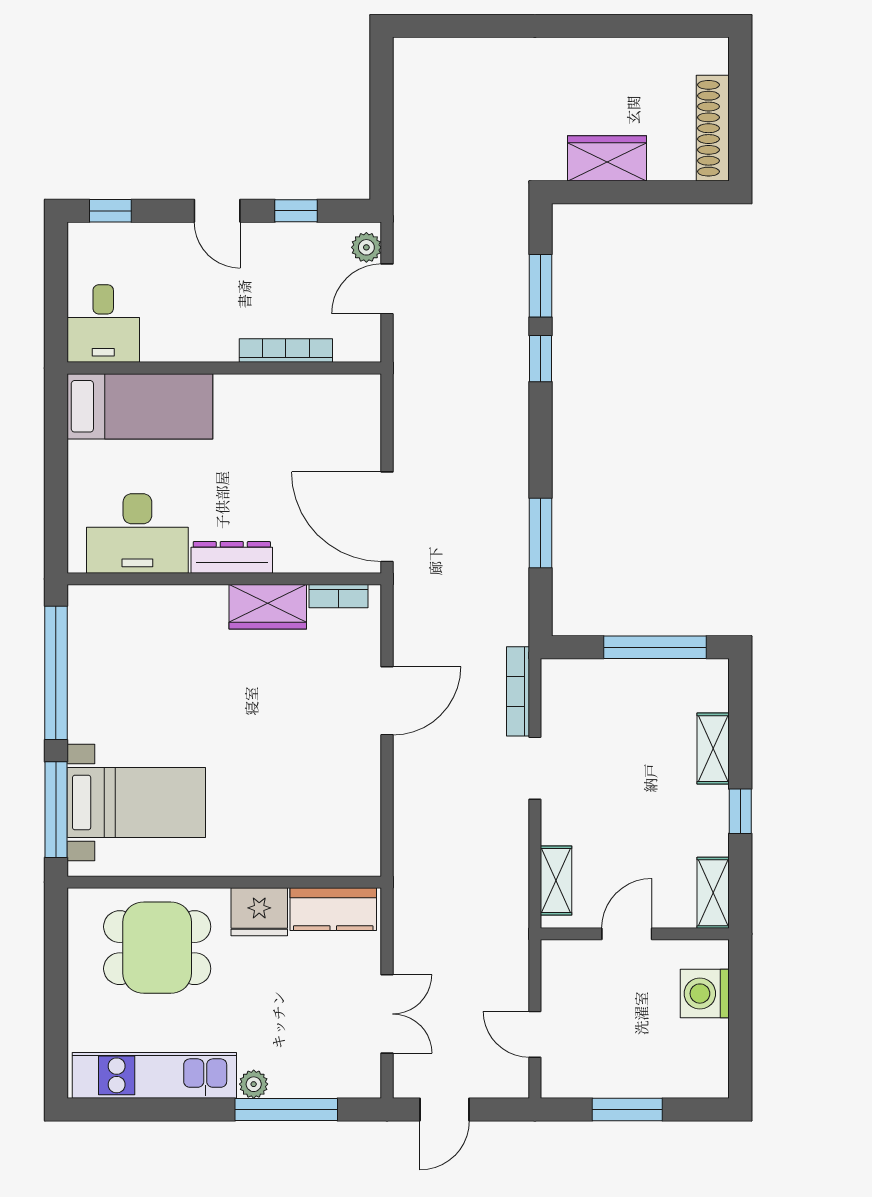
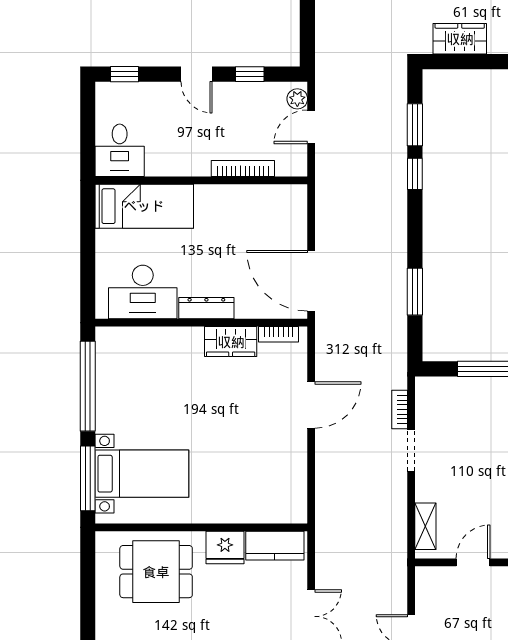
bookcase: (518, 691) -> (400, 409), width x0.64

